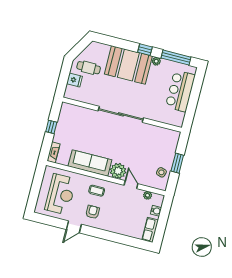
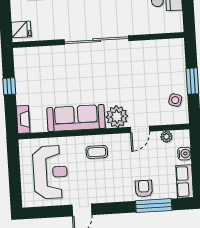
fridge: (74, 80) -> (21, 29), moved
door: (131, 185) -> (140, 129), swing flipped
armchair: (93, 212) -> (144, 189), moved
window: (124, 240) -> (154, 206), added

